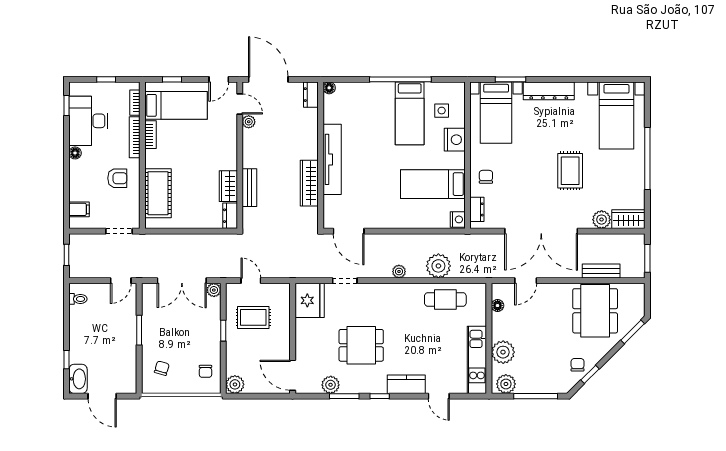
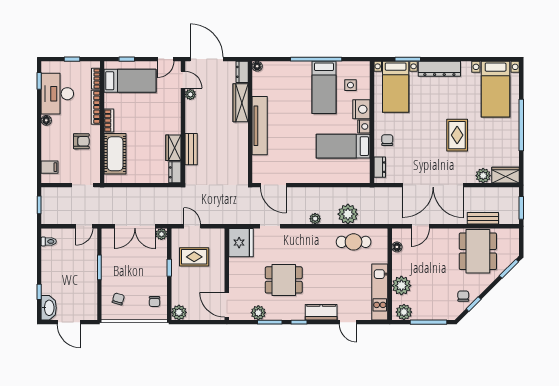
bookcase: (150, 135) -> (109, 121), moved
wardrobe: (309, 183) -> (241, 103), moved
nightstand: (458, 219) -> (364, 126), moved

